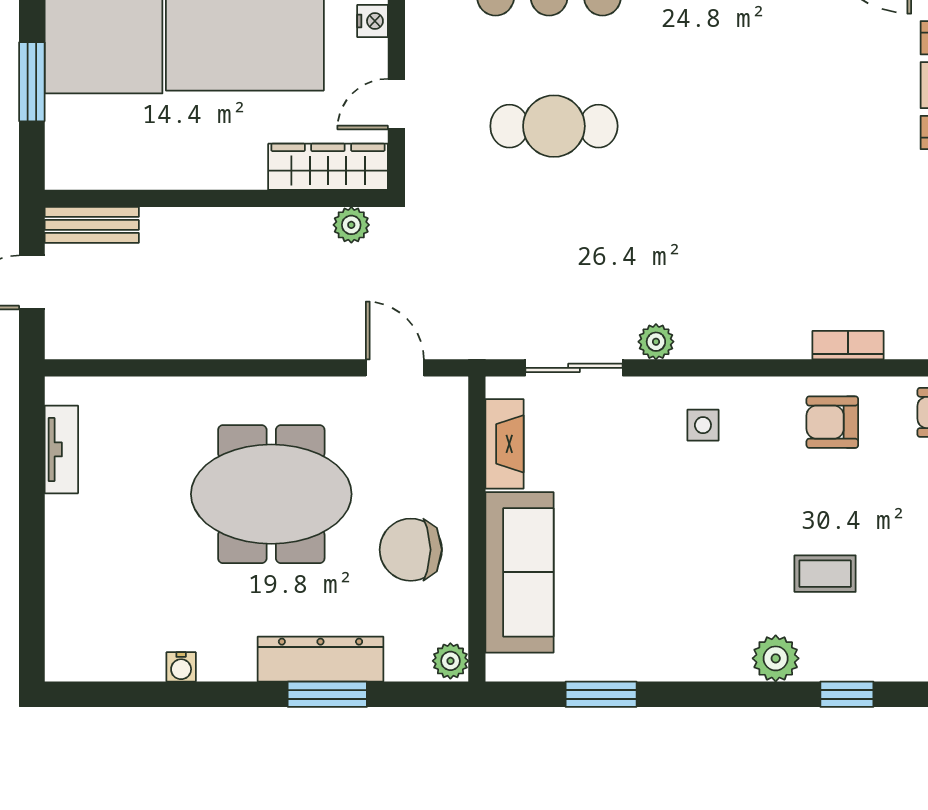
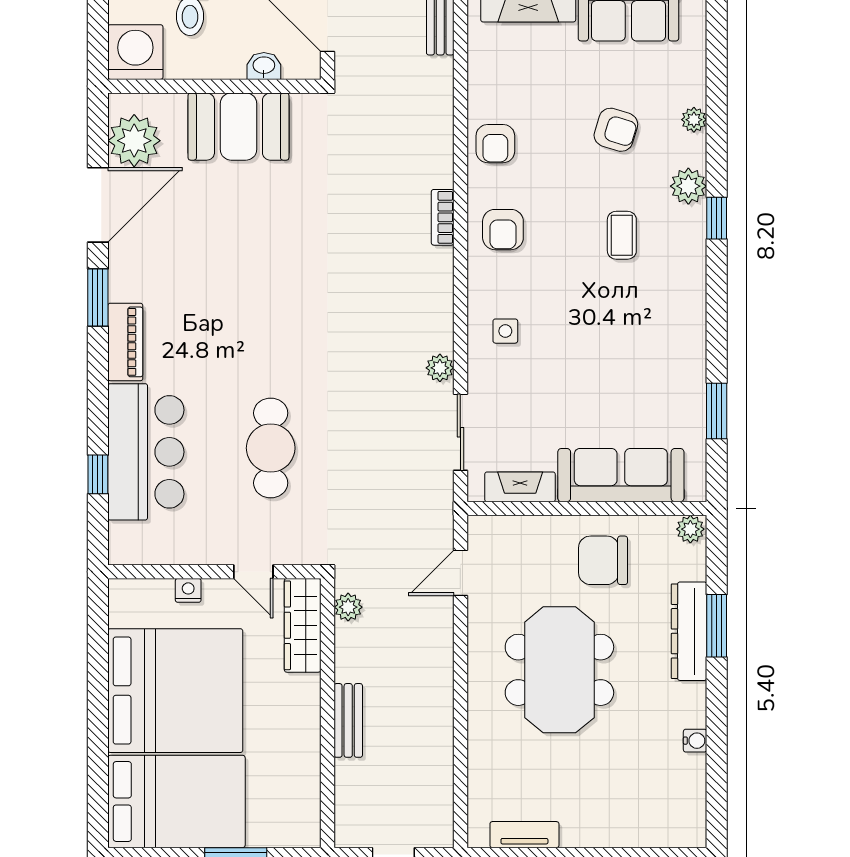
bench: (92, 225) -> (348, 720), moved
chair: (411, 550) -> (603, 560), turned 90
plant: (776, 658) -> (688, 186), moved

